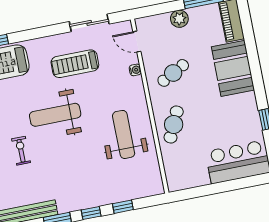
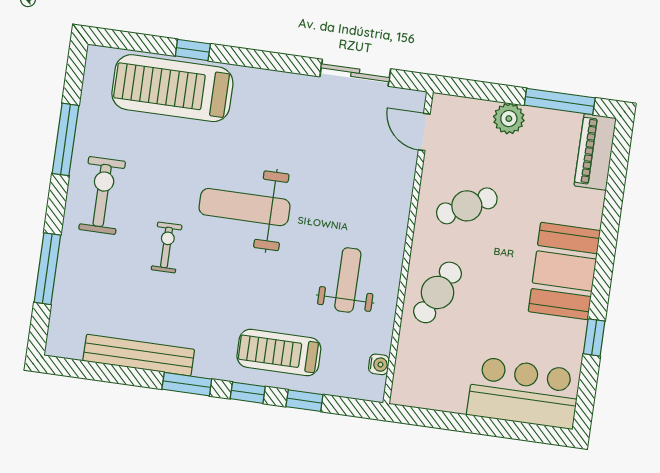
treadmill: (75, 64) -> (279, 352), moved
booth: (233, 68) -> (564, 271), moved
water cooler: (135, 70) -> (379, 364), moved
weight bench: (124, 134) -> (348, 280), width x0.73, depth x0.75

